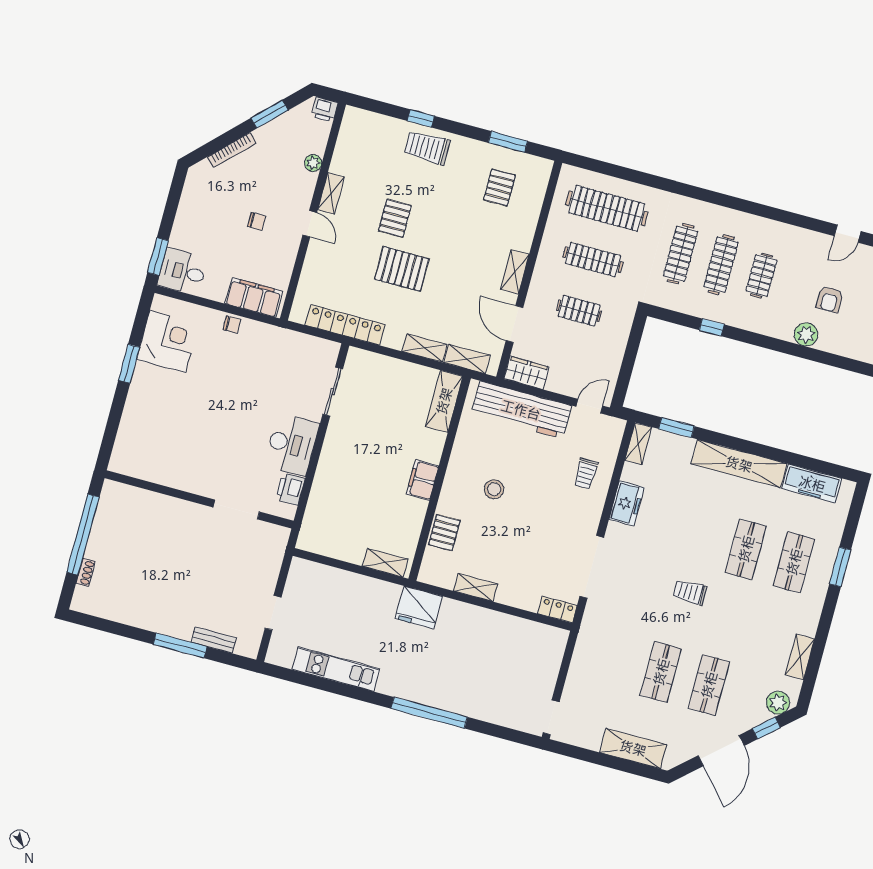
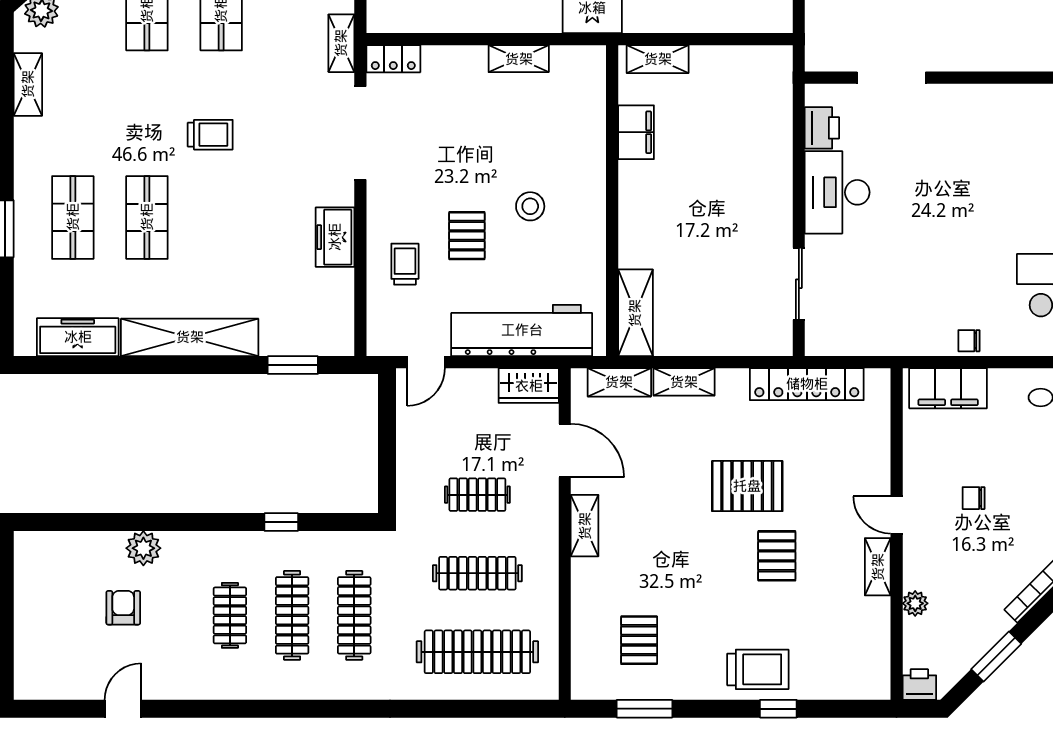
shelving: (638, 444) -> (341, 43), moved
filing cabinet: (423, 480) -> (636, 132), moved
pallet: (444, 532) -> (467, 236), moved

